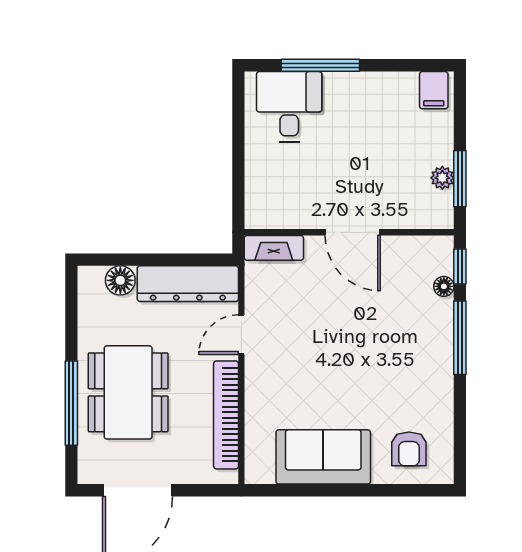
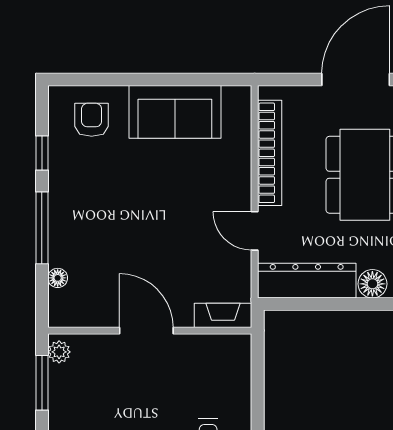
plant: (442, 178) -> (59, 352), moved
window: (460, 266) -> (42, 153), moved
door: (241, 335) -> (255, 231), swing flipped

